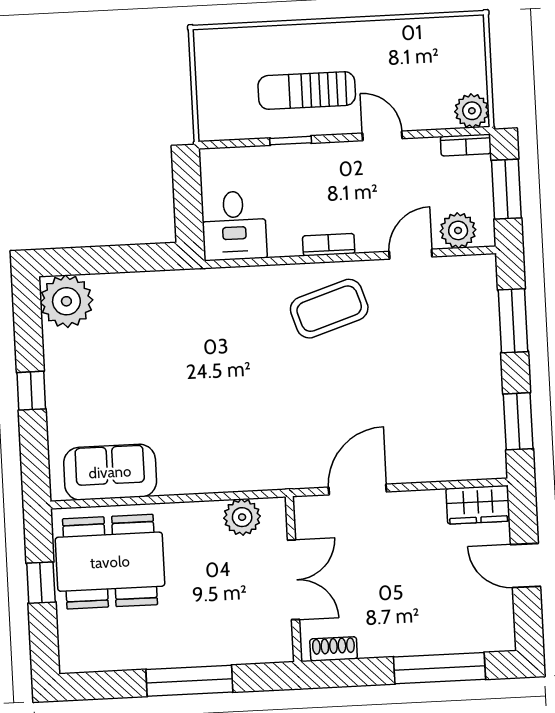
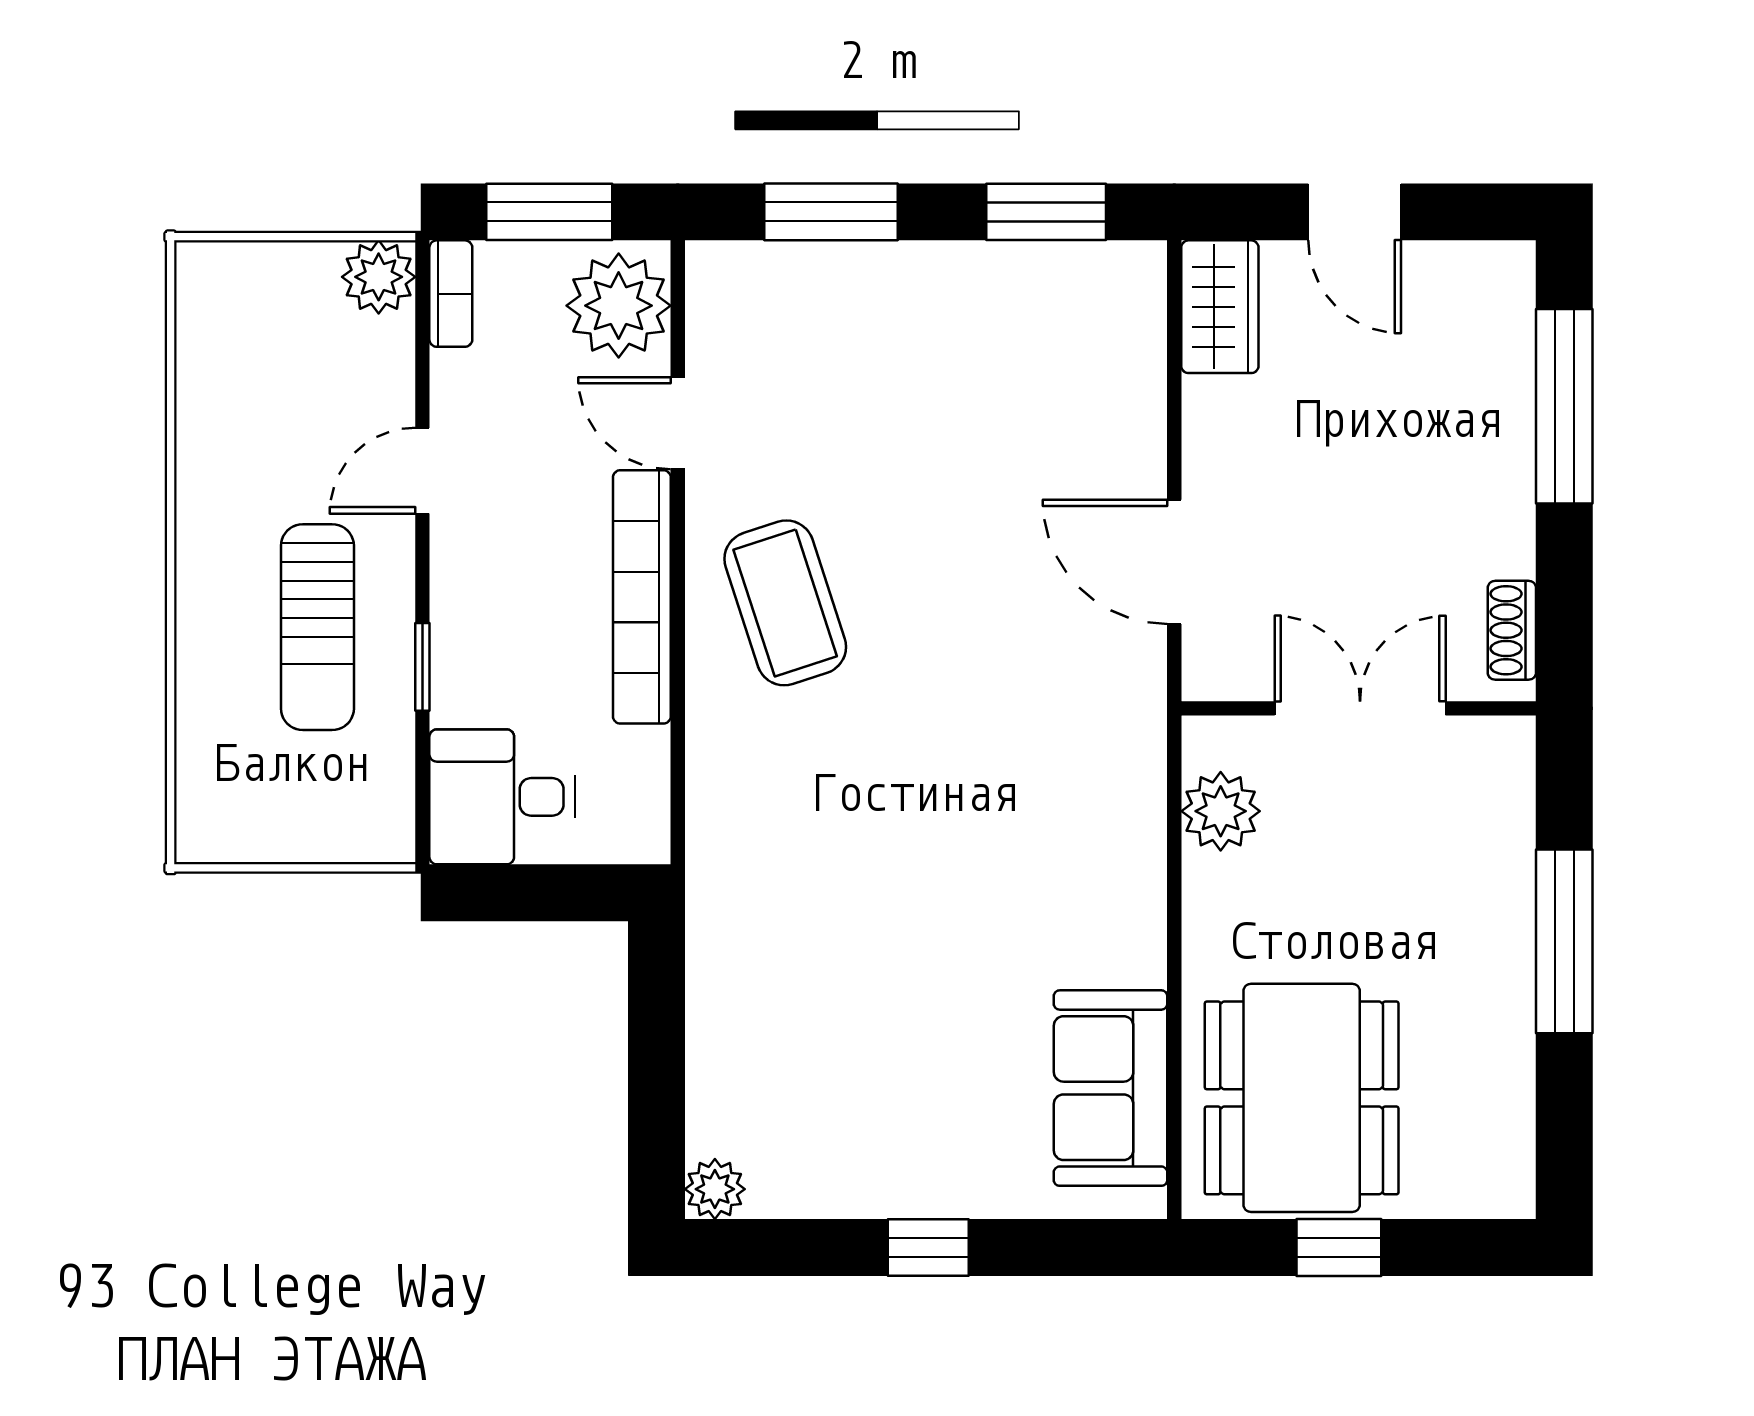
desk: (234, 226) -> (502, 797), moved, turned 180
plant: (458, 230) -> (619, 306), width x1.36, depth x1.36
bookcase: (329, 245) -> (642, 597), width x2.31, depth x1.31
plant: (66, 301) -> (715, 1189), width x0.53, depth x0.53
door: (525, 566) -> (1355, 212), hinge flipped

